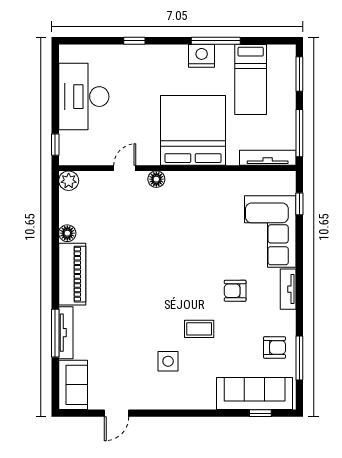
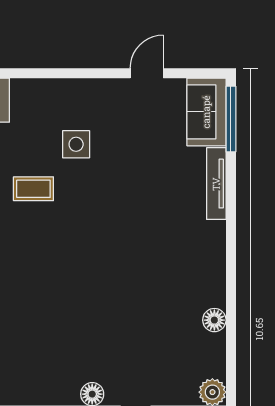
piano: (72, 274) -> (208, 264), removed
window: (55, 333) -> (231, 119), moved

